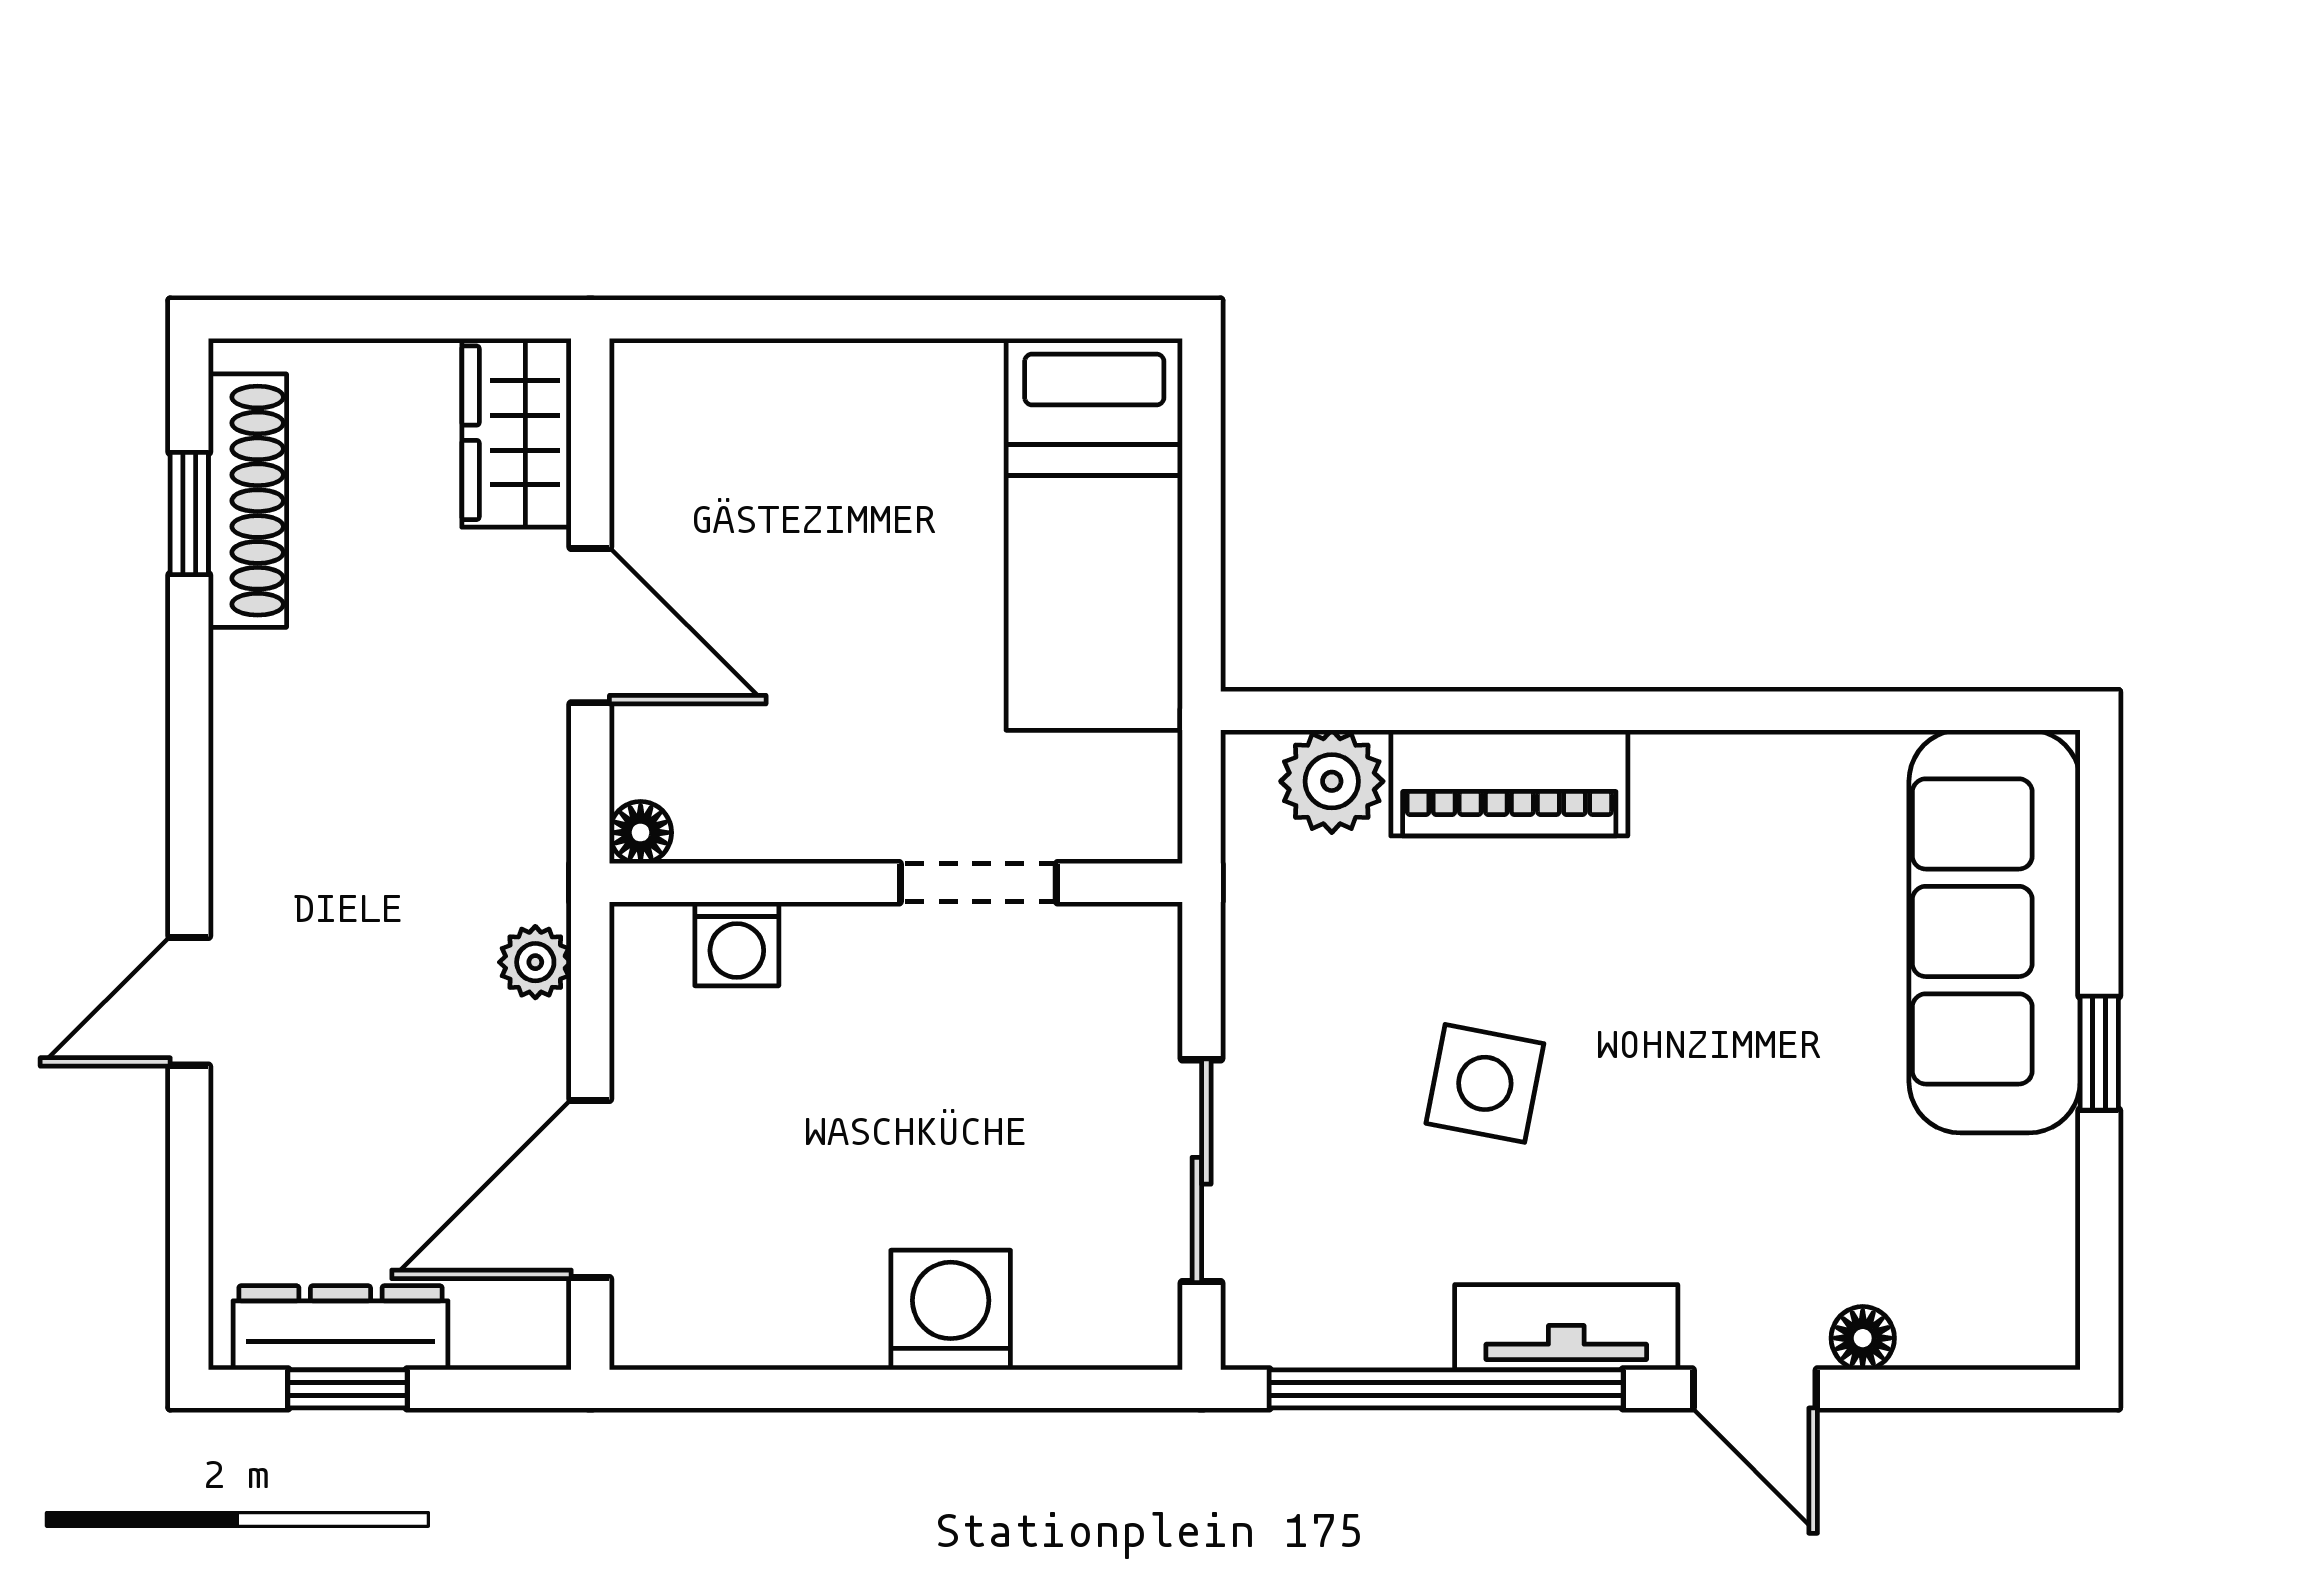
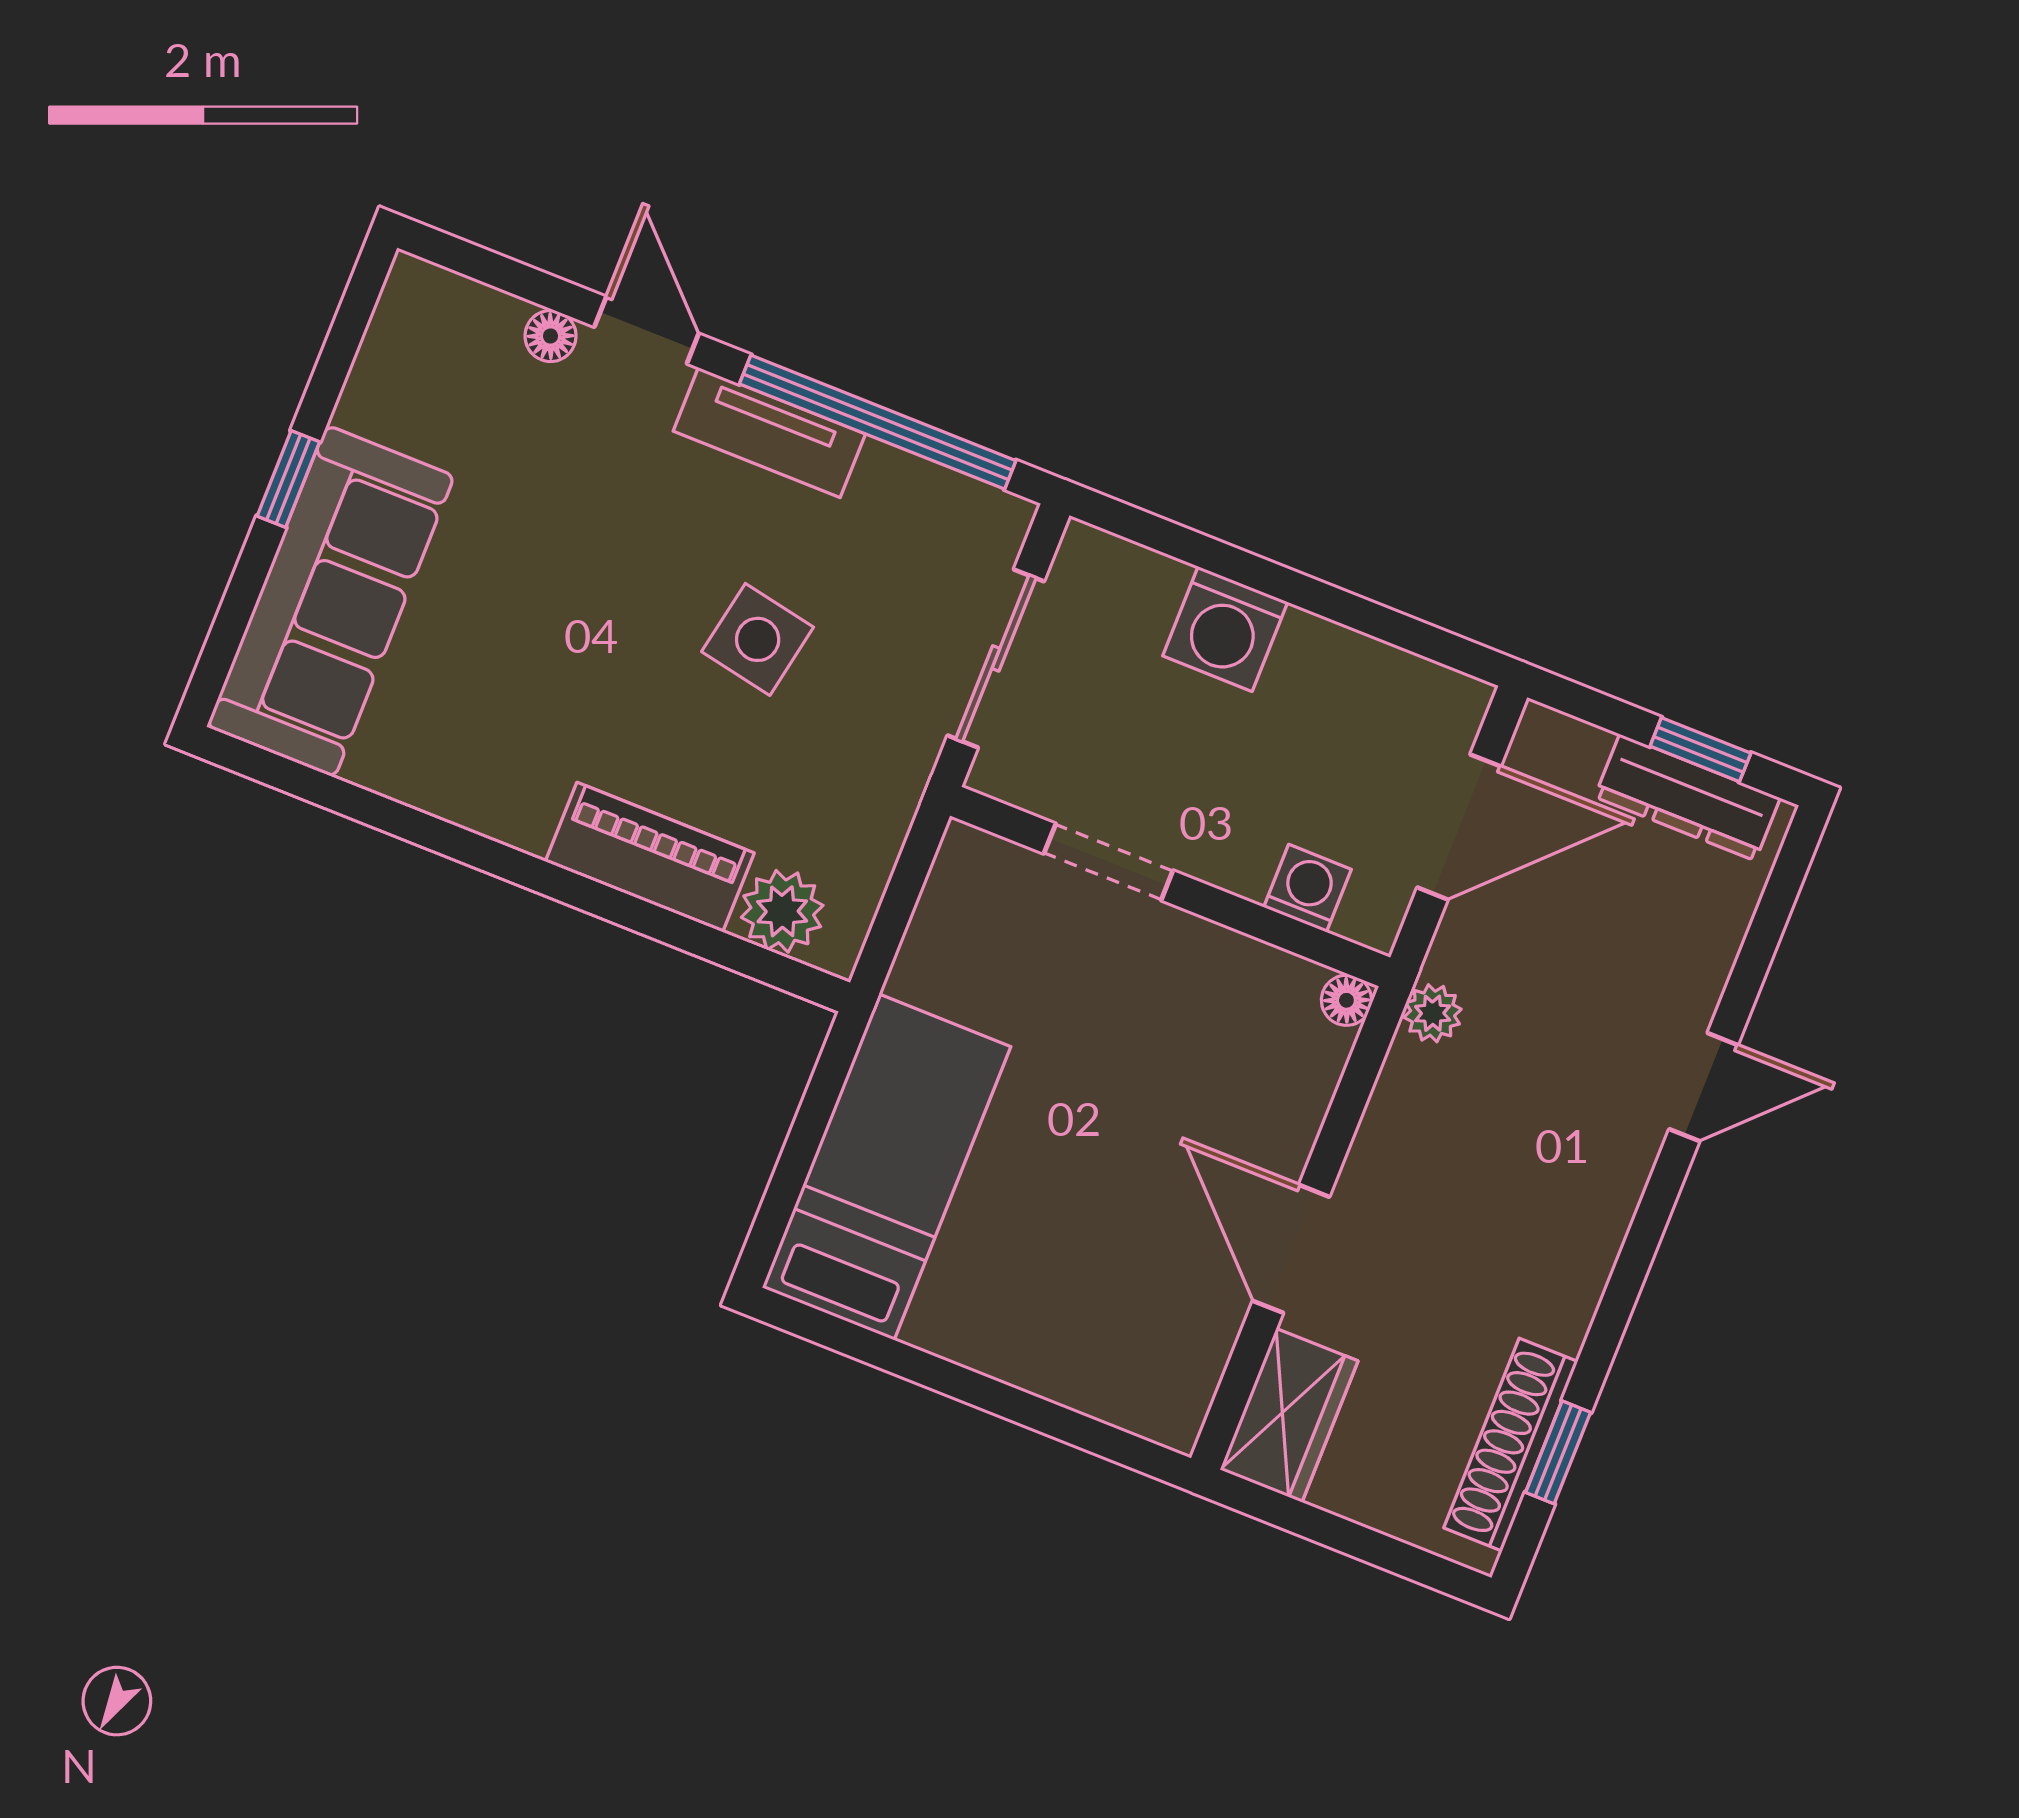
floor lamp: (641, 833) -> (1346, 1000), moved
wall: (896, 883) -> (1170, 887), moved
doorway: (978, 883) -> (1108, 862), moved
washing machine: (737, 944) -> (1308, 888), moved

